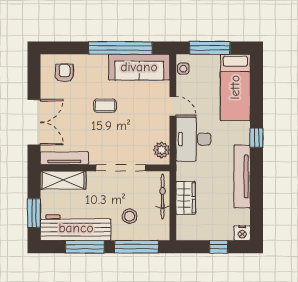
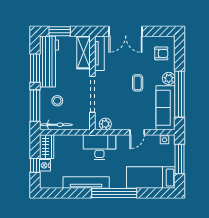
plant: (99, 63) -> (169, 78), added
window: (257, 138) -> (114, 193), width x3.17
desk: (193, 139) -> (99, 147), moved
bicycle: (163, 196) -> (56, 125), moved
wardrobe: (186, 198) -> (47, 147), moved, turned -90
nightstand: (242, 233) -> (45, 165), moved

